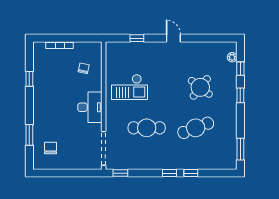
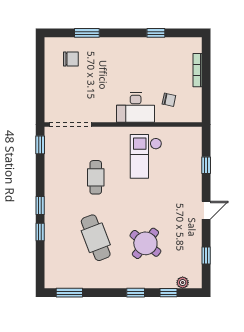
window: (210, 38) -> (206, 255), added
desk: (90, 107) -> (136, 108), moved
cafe table: (147, 128) -> (96, 177), width x0.73, depth x0.74

